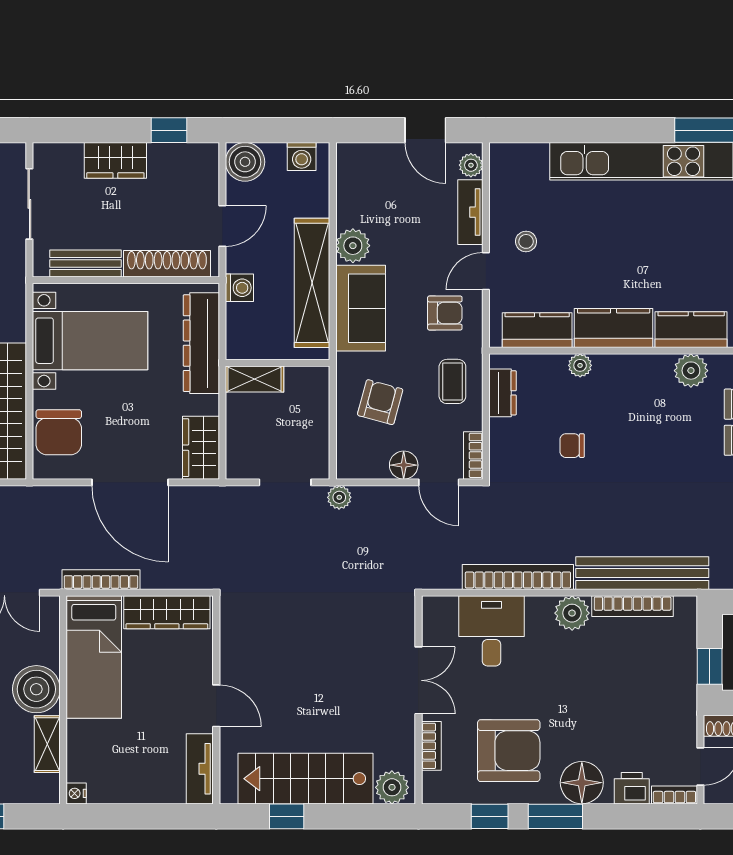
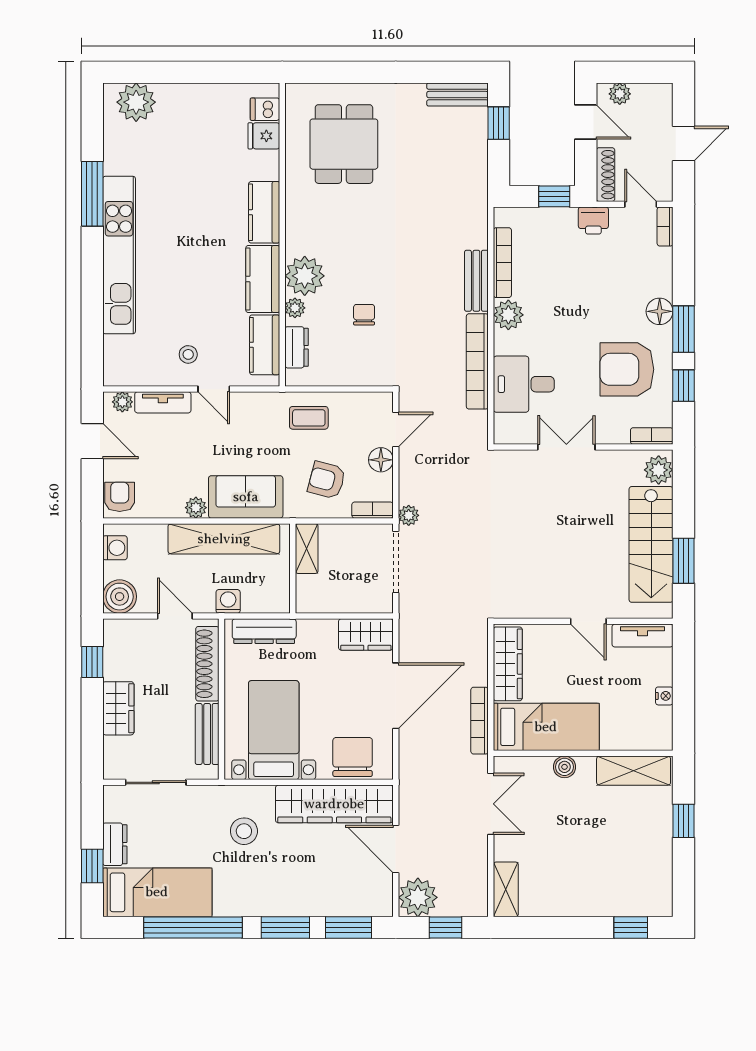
door: (425, 130) -> (92, 441), hinge flipped
plant: (353, 246) -> (196, 508), width x0.73, depth x0.73
armchair: (445, 313) -> (120, 497), moved
dresser: (201, 343) -> (264, 631), width x0.73, depth x0.80
plant: (691, 371) -> (305, 276), moved, width x1.36, depth x1.36
shelving: (254, 379) -> (307, 549), moved
dresser: (502, 393) -> (297, 347), moved, turned 90
chair: (59, 432) -> (353, 757), turned -90
chair: (572, 446) -> (364, 315), turned 180
bookcase: (473, 455) -> (373, 510), moved, turned 180
doorway: (285, 482) -> (396, 562), width x1.38
bench: (642, 573) -> (476, 281), width x0.54, depth x0.82
boiler: (36, 689) -> (564, 767), width x0.54, depth x0.54
door: (216, 706) -> (588, 621), swing flipped
shelving: (47, 744) -> (634, 771), width x1.50, depth x1.33
bookcase: (431, 746) -> (652, 436), moved
armchair: (509, 751) -> (627, 369), turned -90
floor lamp: (582, 783) -> (660, 311), width x0.73, depth x0.73
printer: (632, 788) -> (593, 221), moved, turned -90
nightstand: (76, 793) -> (664, 696), moved, turned -90
window: (287, 816) -> (683, 561), width x1.50

